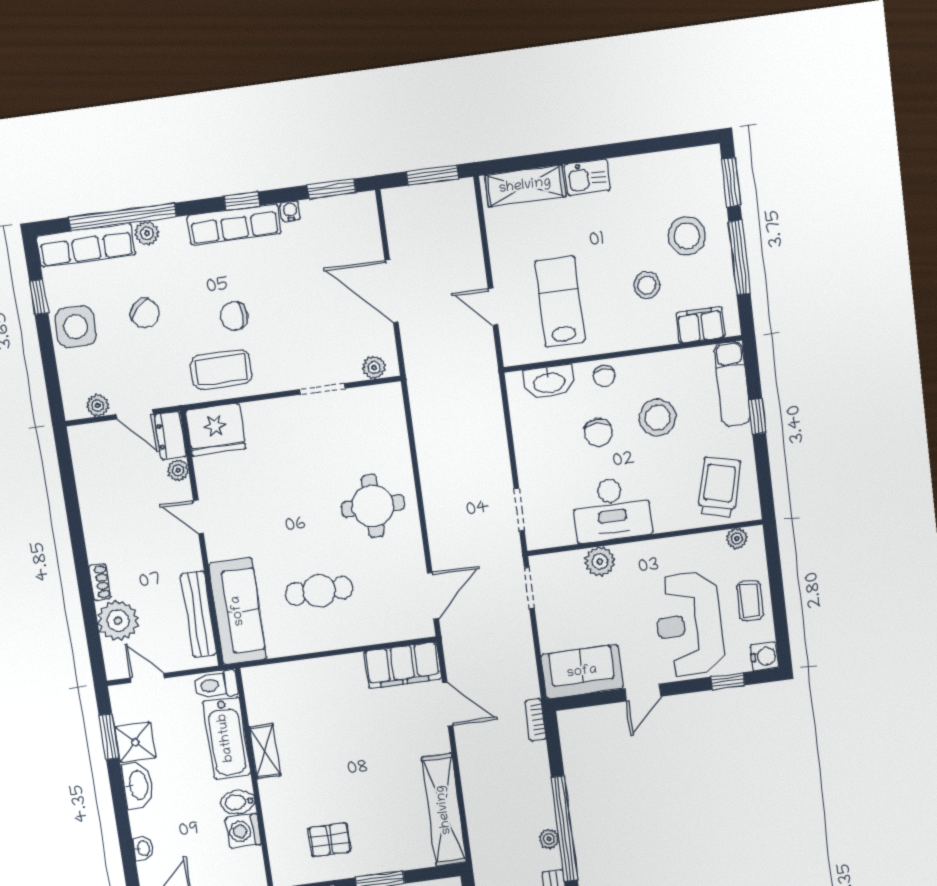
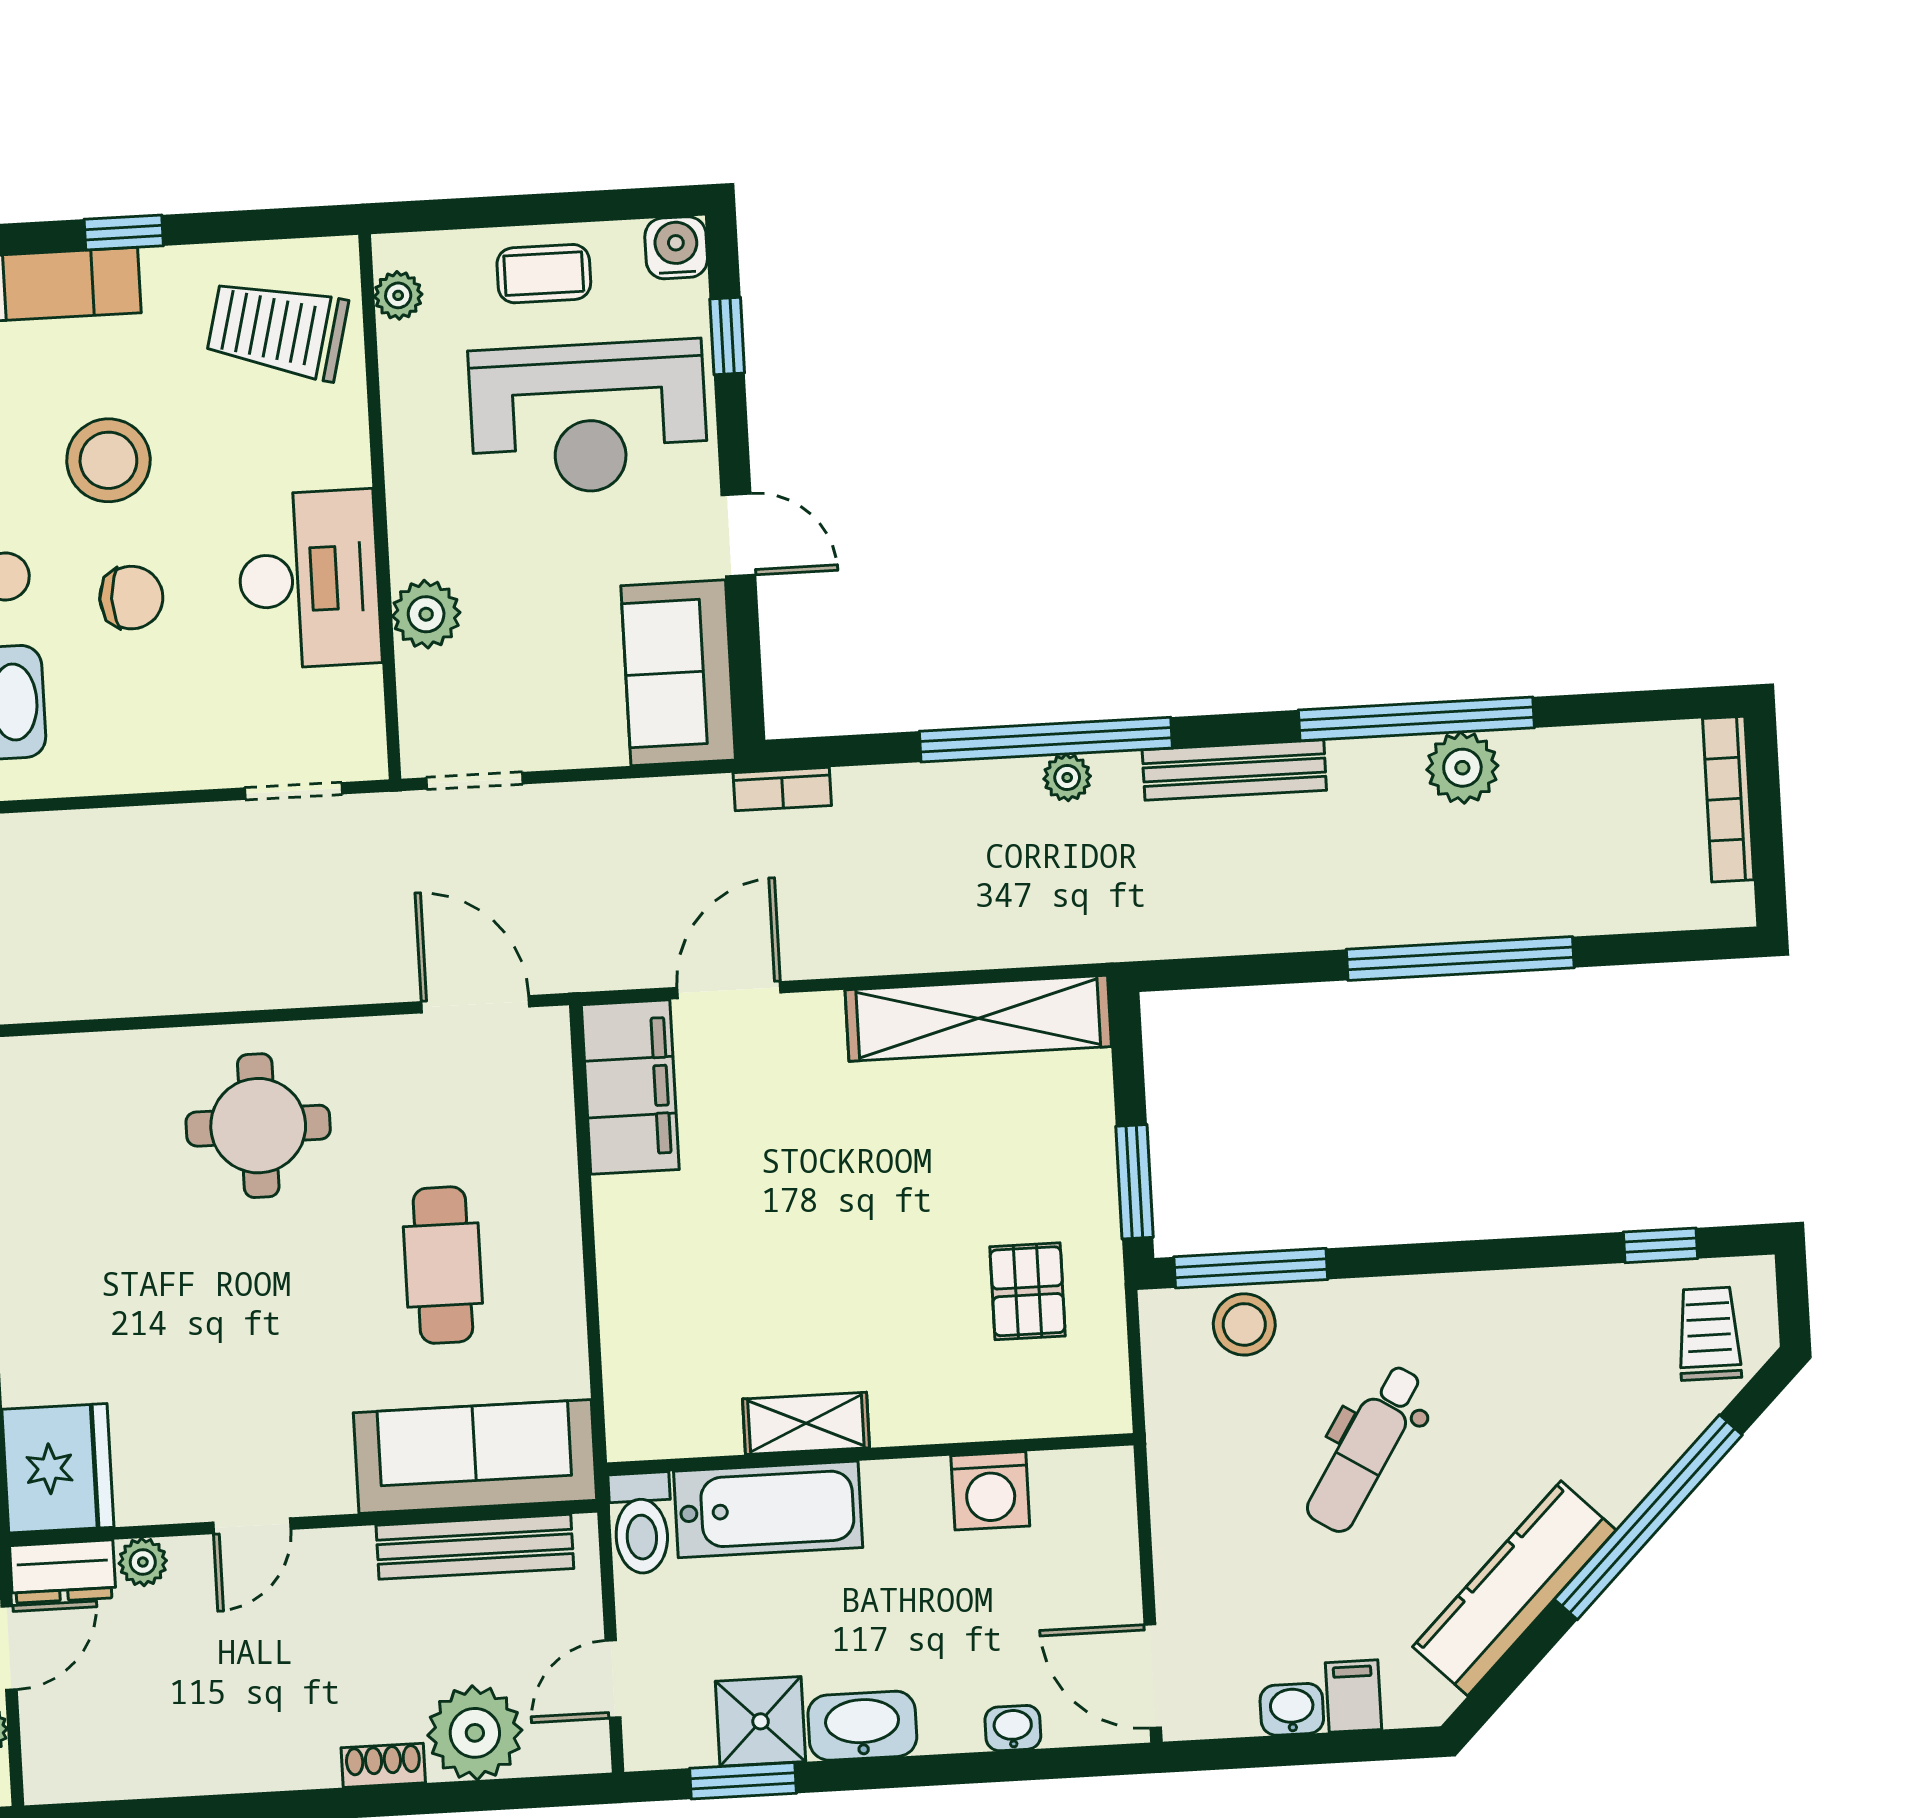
bidet: (238, 802) -> (921, 1497), removed

